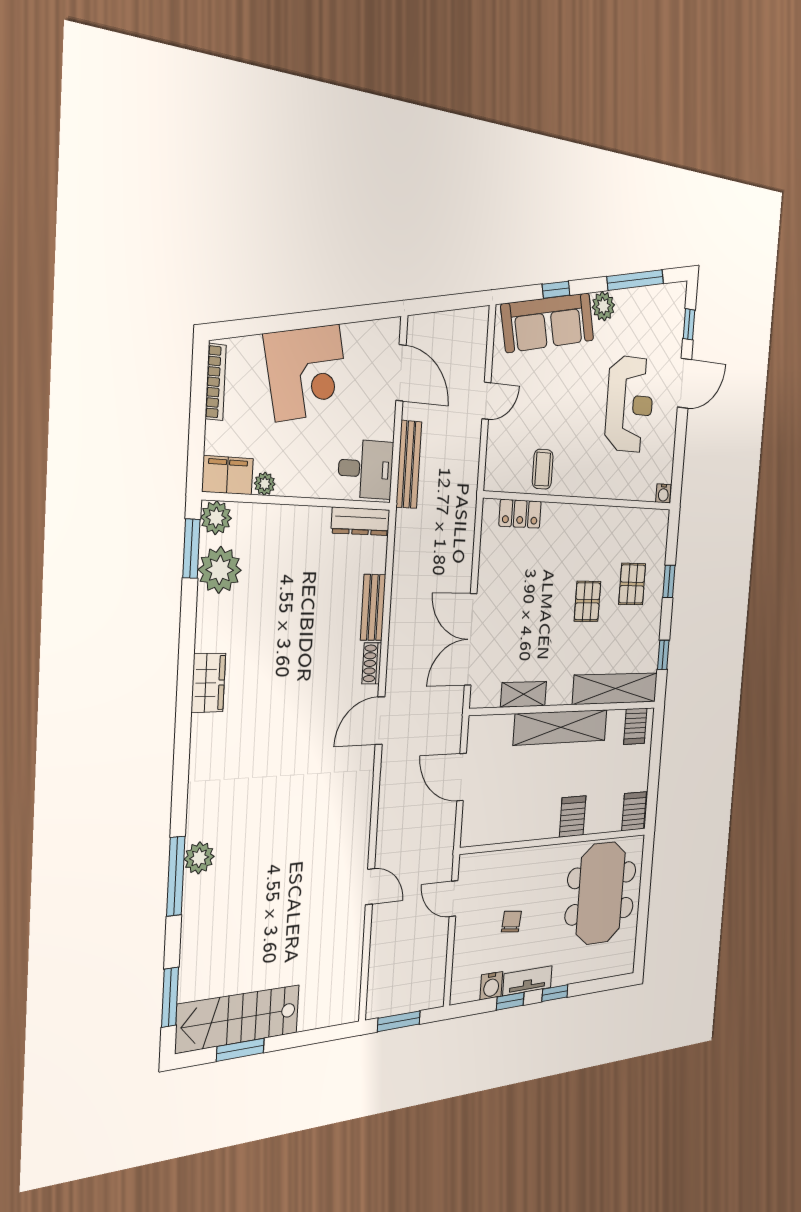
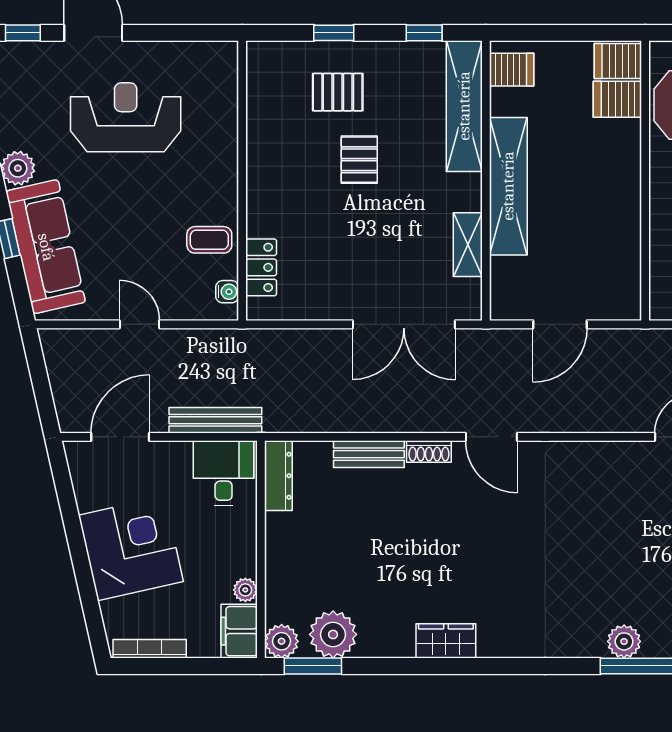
water cooler: (663, 493) -> (227, 292), moved
pallet: (587, 601) -> (359, 160), turned 90
server rack: (573, 817) -> (617, 99), moved

